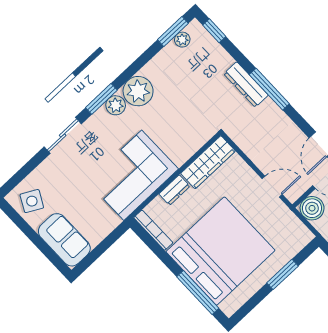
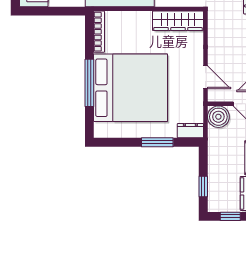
dresser: (174, 190) -> (190, 131), moved, turned 180
window: (198, 293) -> (89, 83), moved

